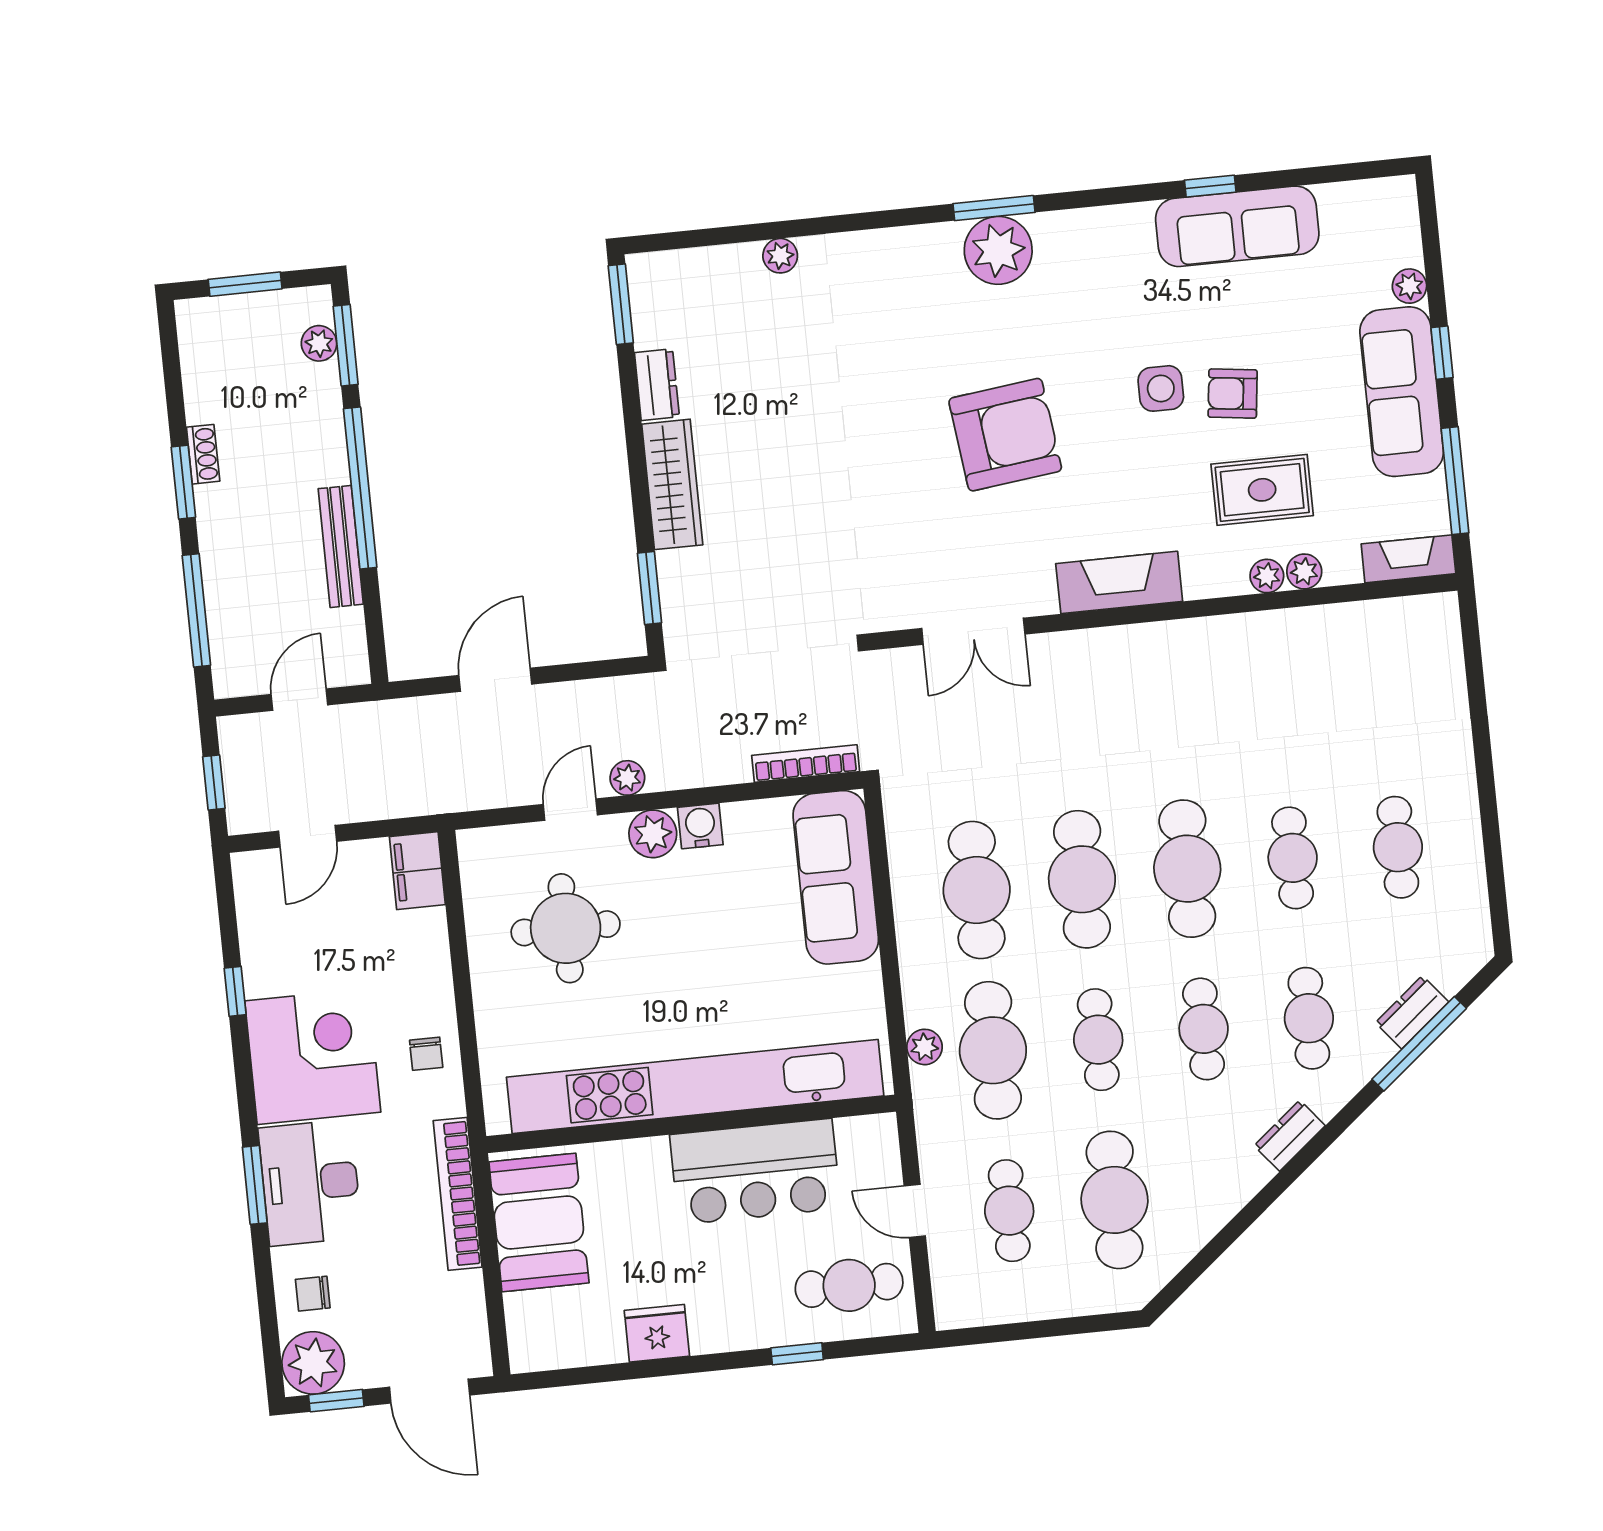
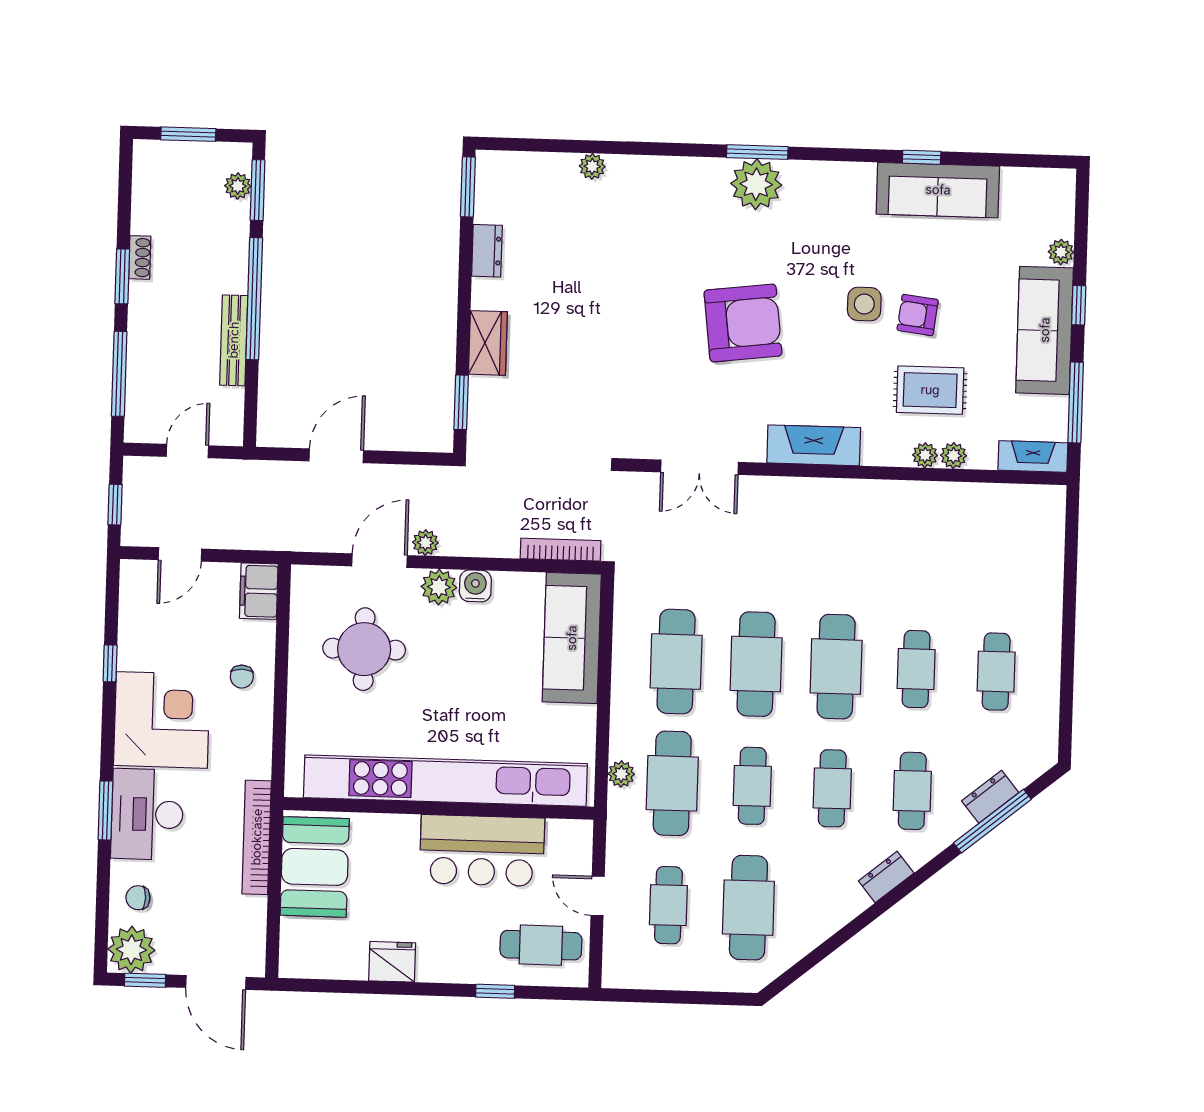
wardrobe: (672, 484) -> (488, 343), width x0.67
door: (570, 810) -> (379, 561), width x1.38
chair: (426, 1054) -> (242, 677), moved

